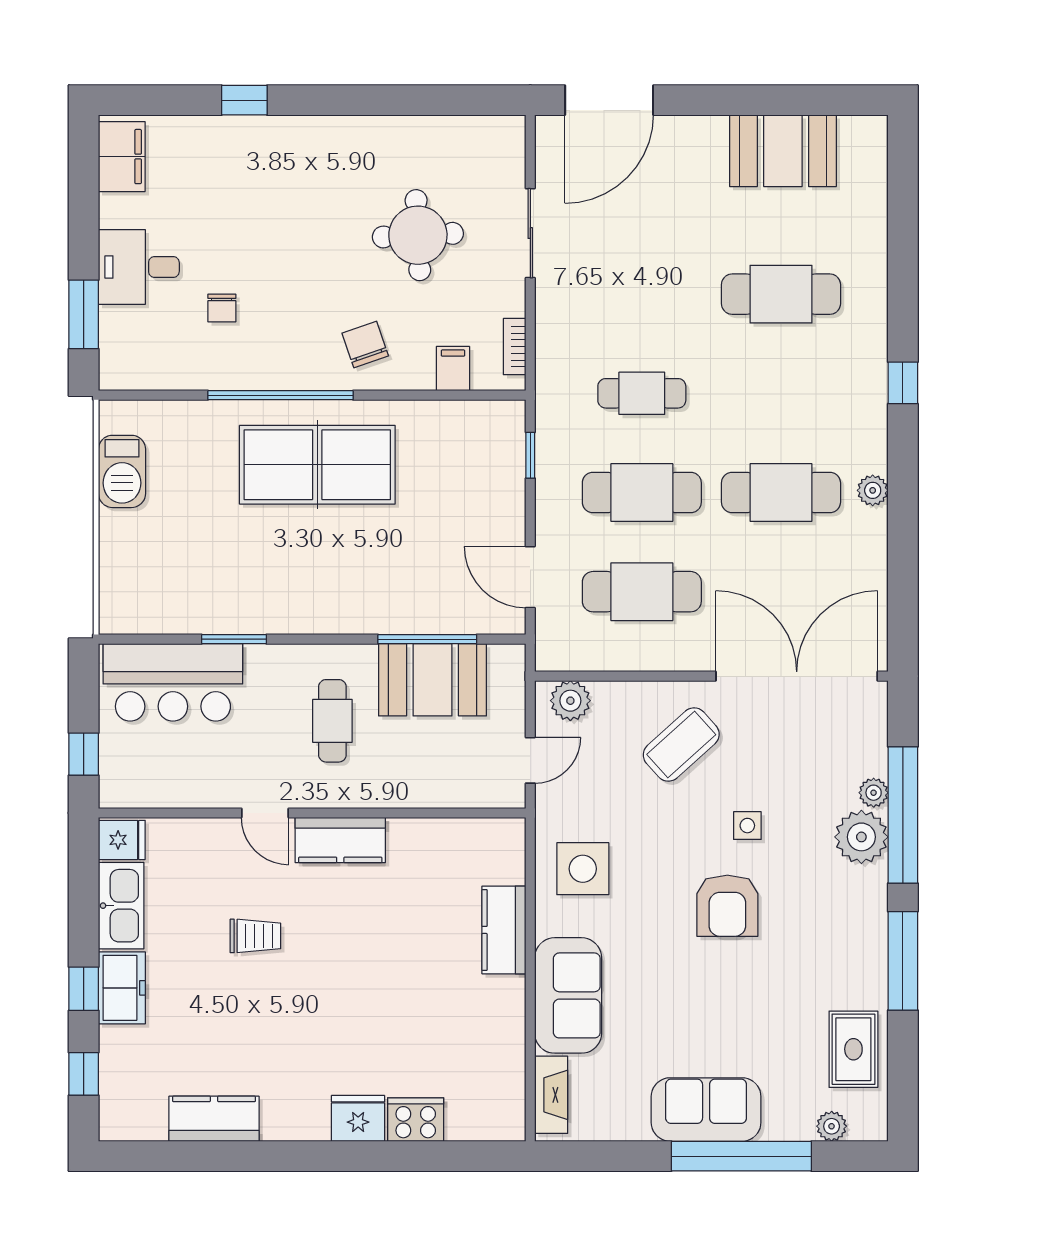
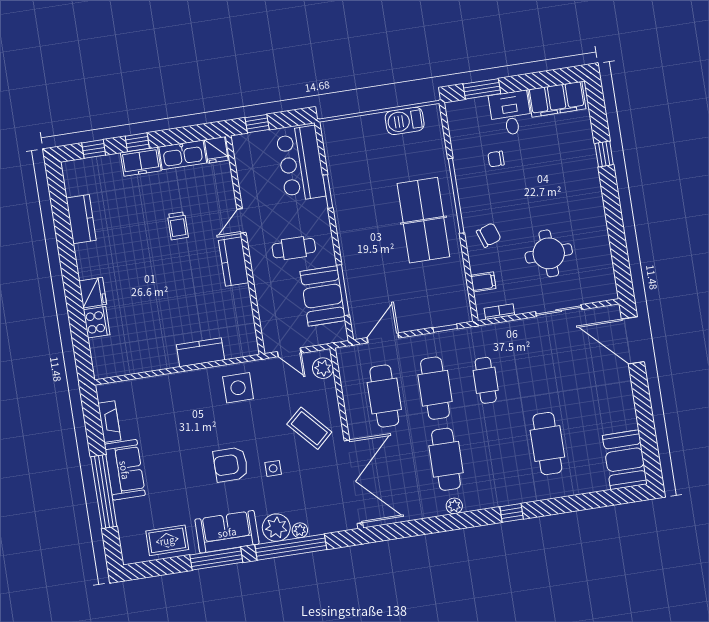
booth: (783, 151) -> (625, 460), moved
filing cabinet: (122, 157) -> (557, 99), width x1.50, depth x1.17
sofa: (568, 995) -> (227, 532), moved, turned 180
fireplace: (551, 1095) -> (109, 422), moved, turned -90
plant: (832, 1126) -> (126, 535), removed

